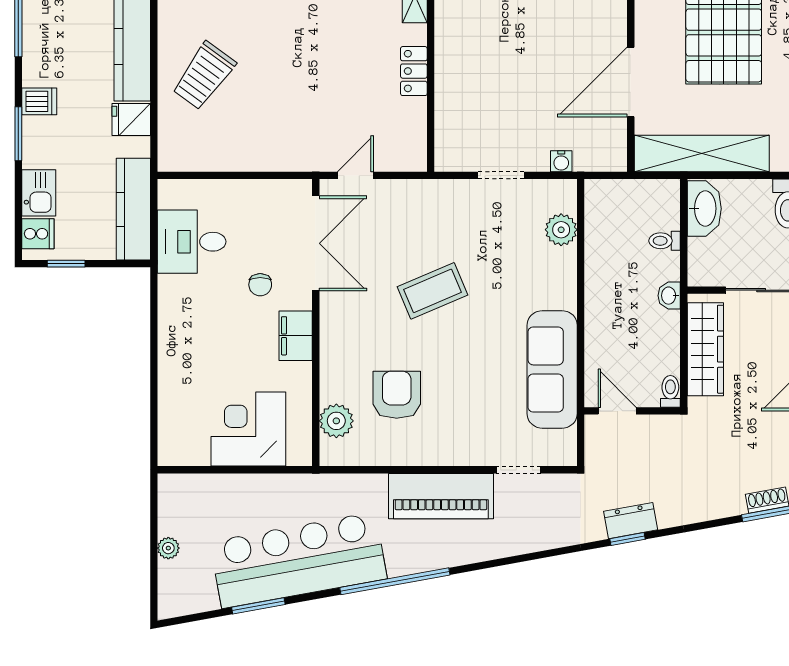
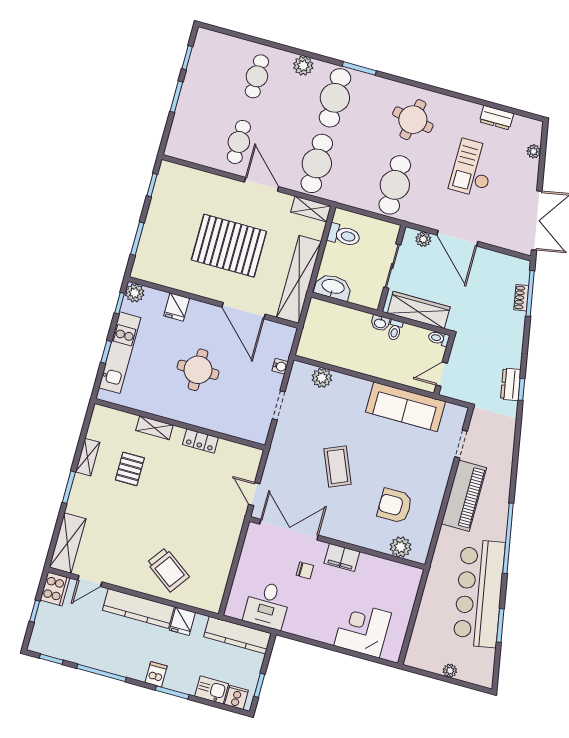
round table: (521, 37) -> (198, 370), added
toilet: (665, 241) -> (395, 330), moved
corner desk: (248, 429) -> (363, 629), moved, turned 90

